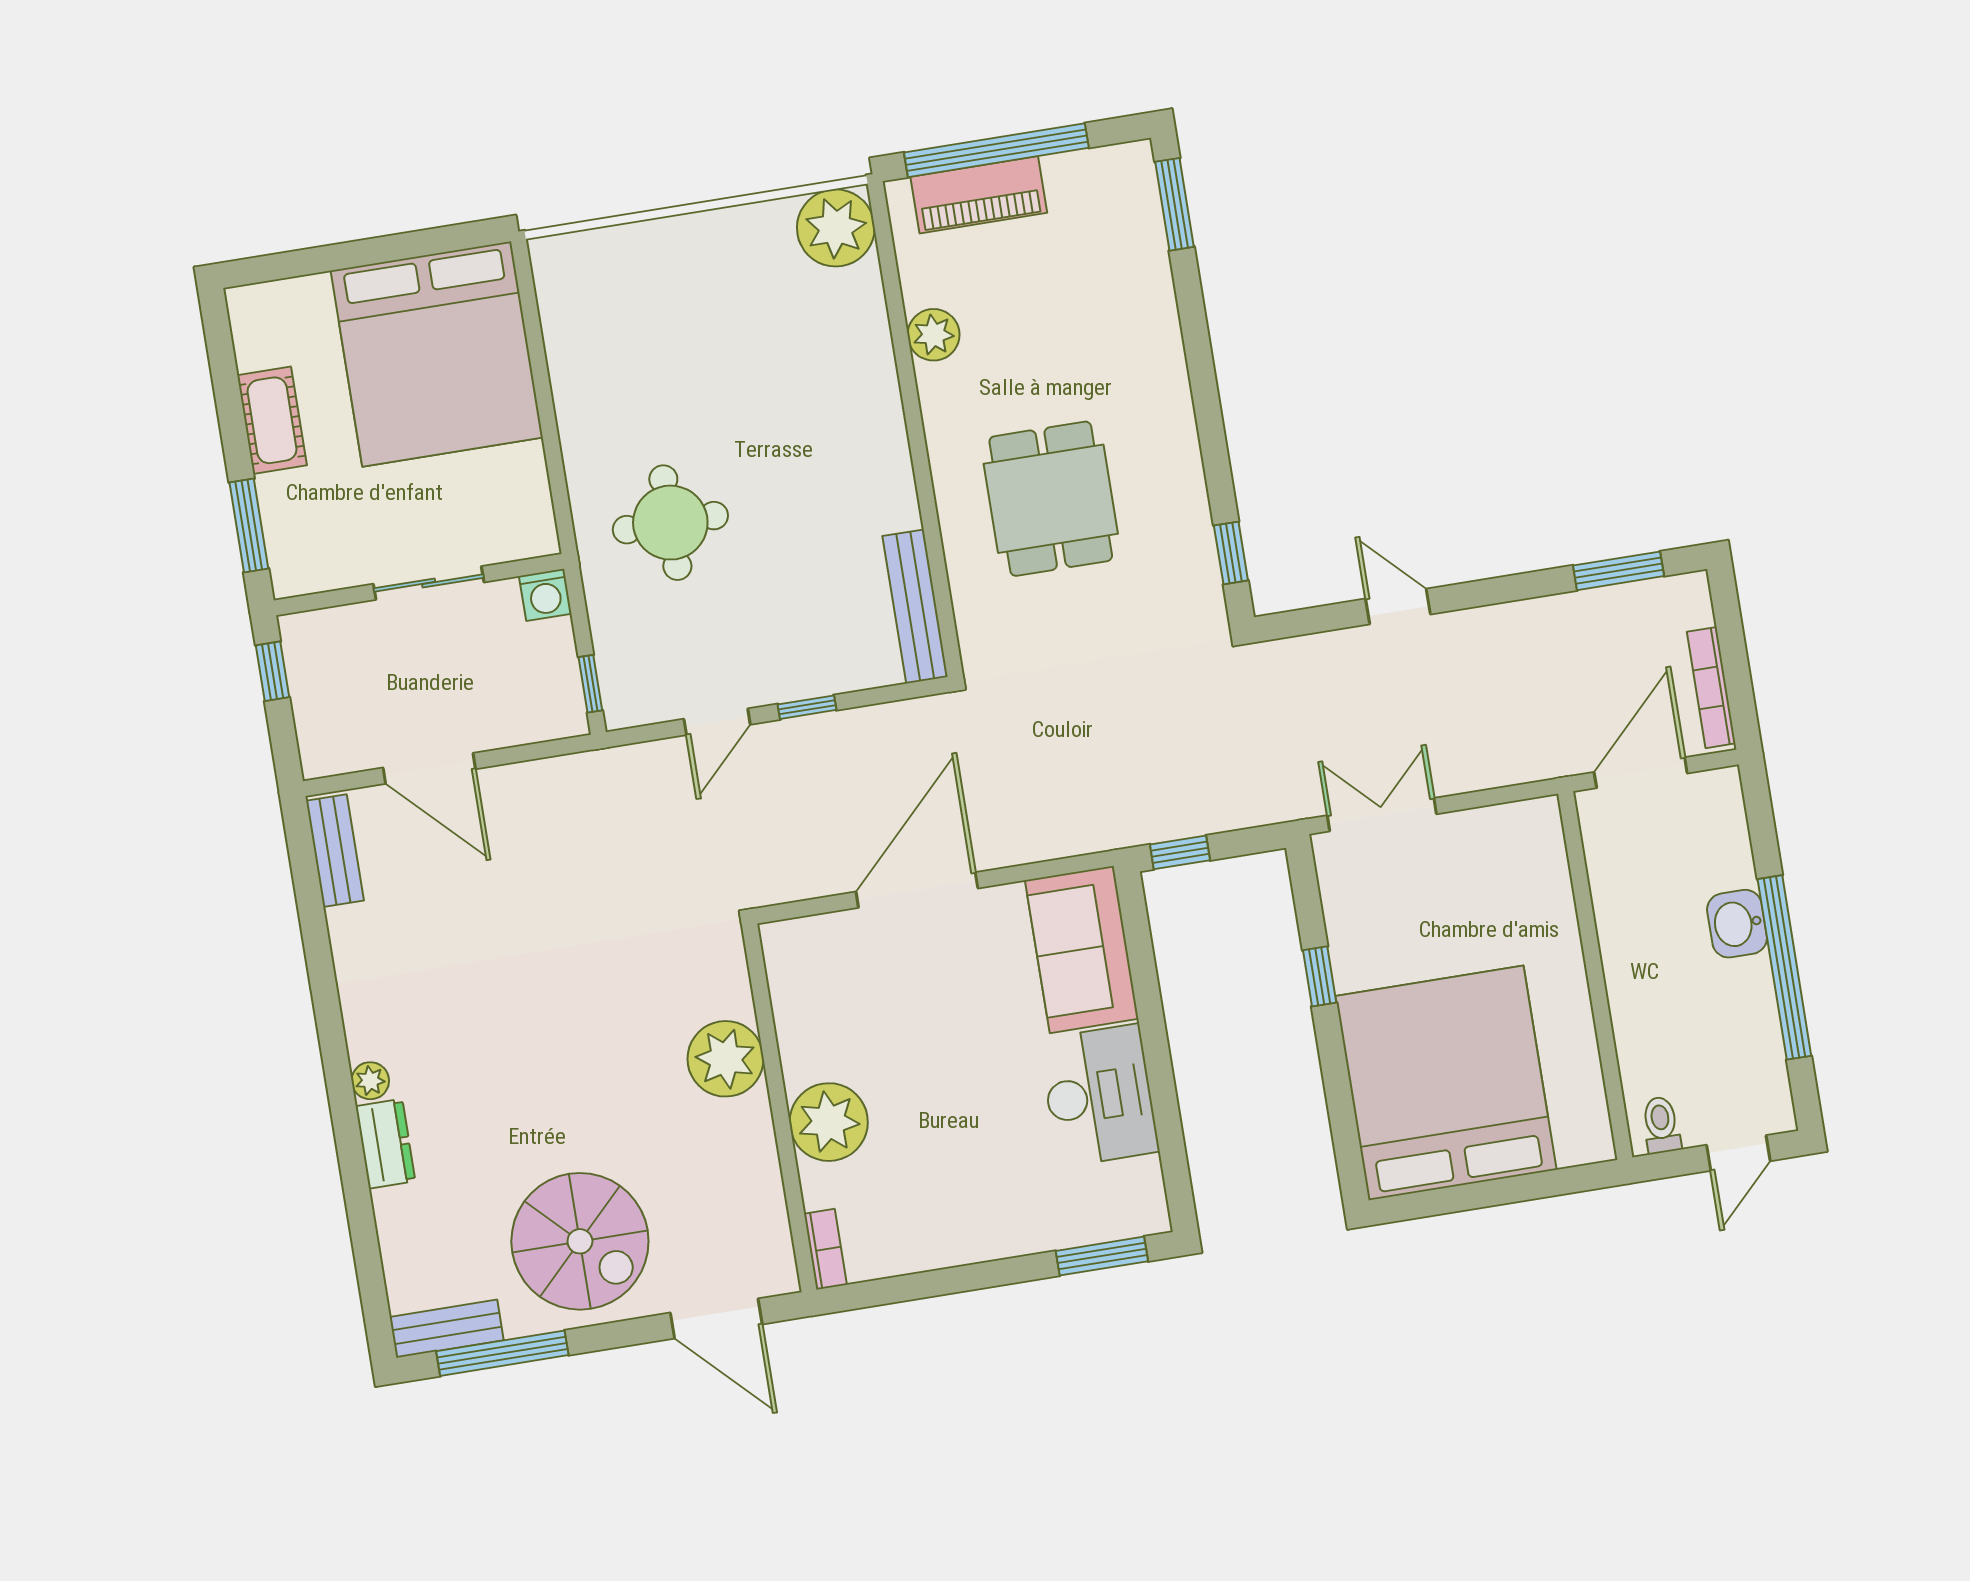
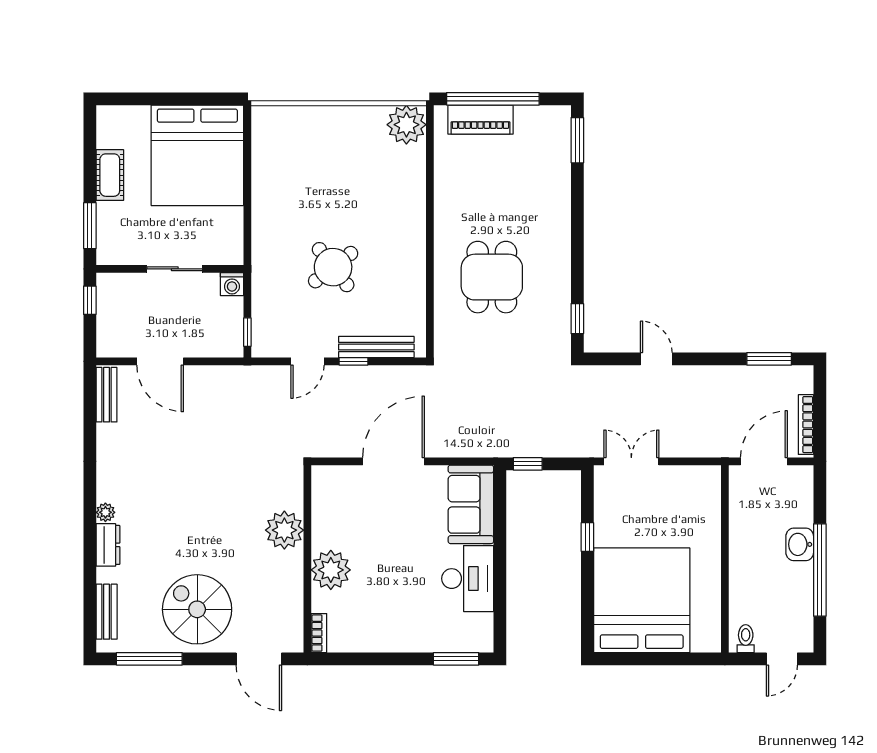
plant: (934, 335) -> (447, 186), removed
round table: (670, 523) -> (333, 267), moved, turned -38
bench: (915, 606) -> (376, 347), moved, turned 90
spiral stairs: (580, 1241) -> (197, 609), turned 180
bench: (447, 1329) -> (107, 612), moved, turned 90

